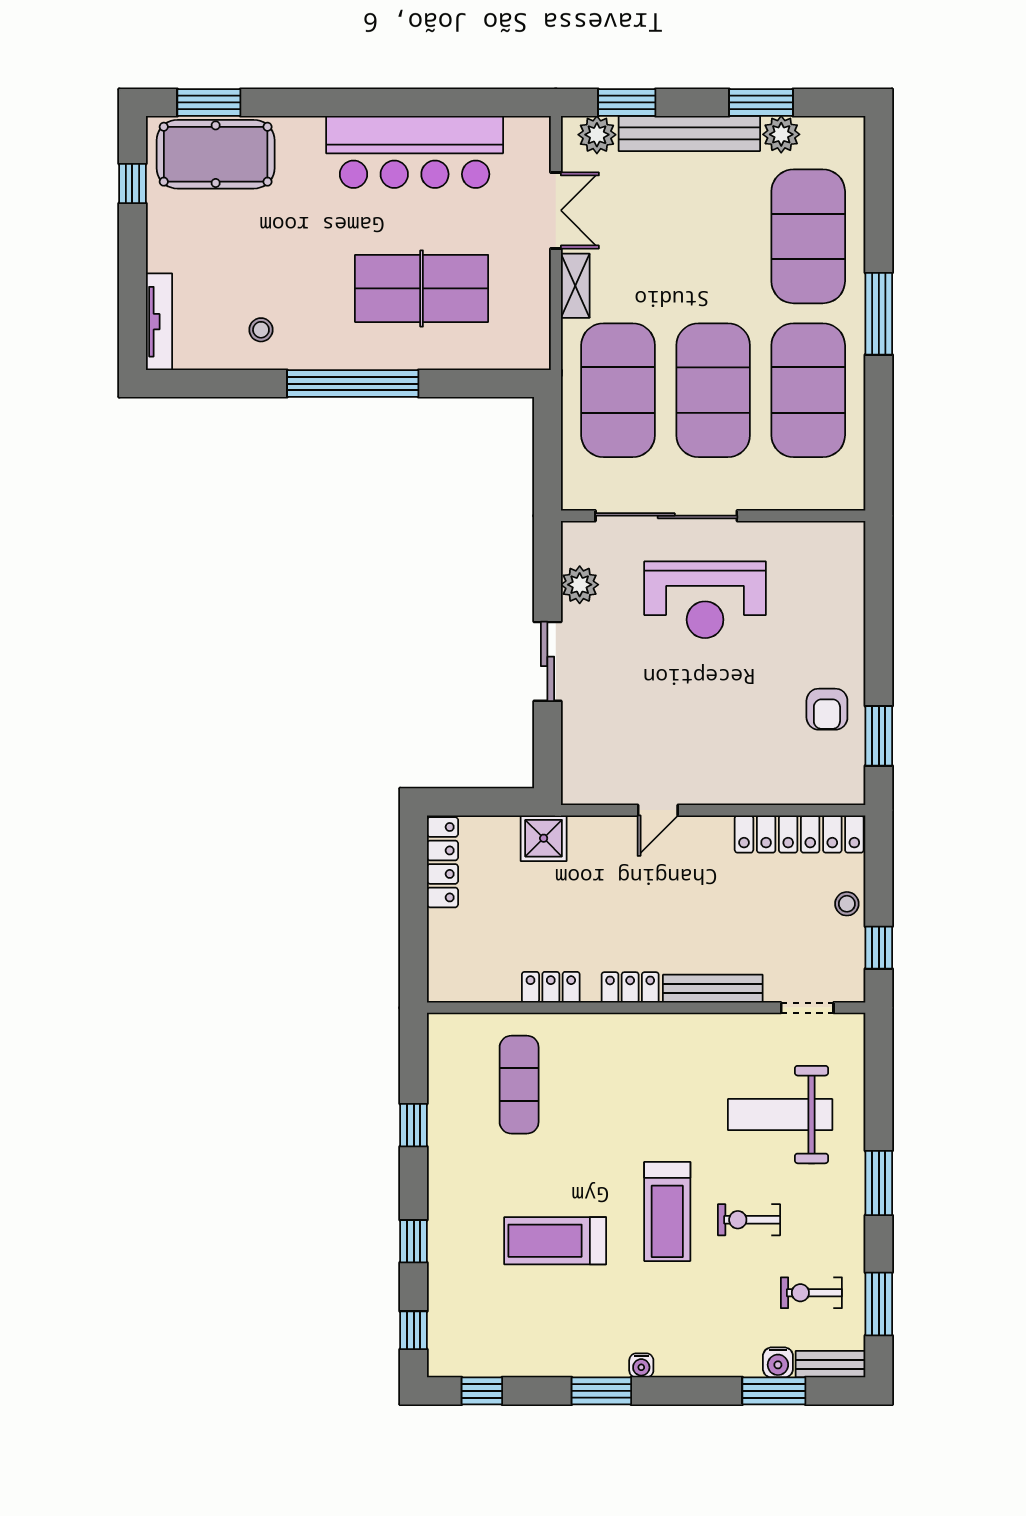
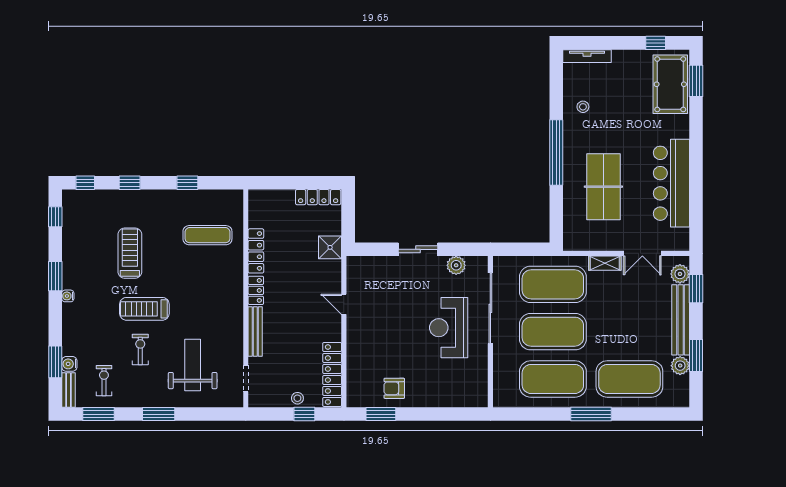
window: (879, 948) -> (304, 414), moved
locker: (551, 987) -> (256, 251), width x1.53

